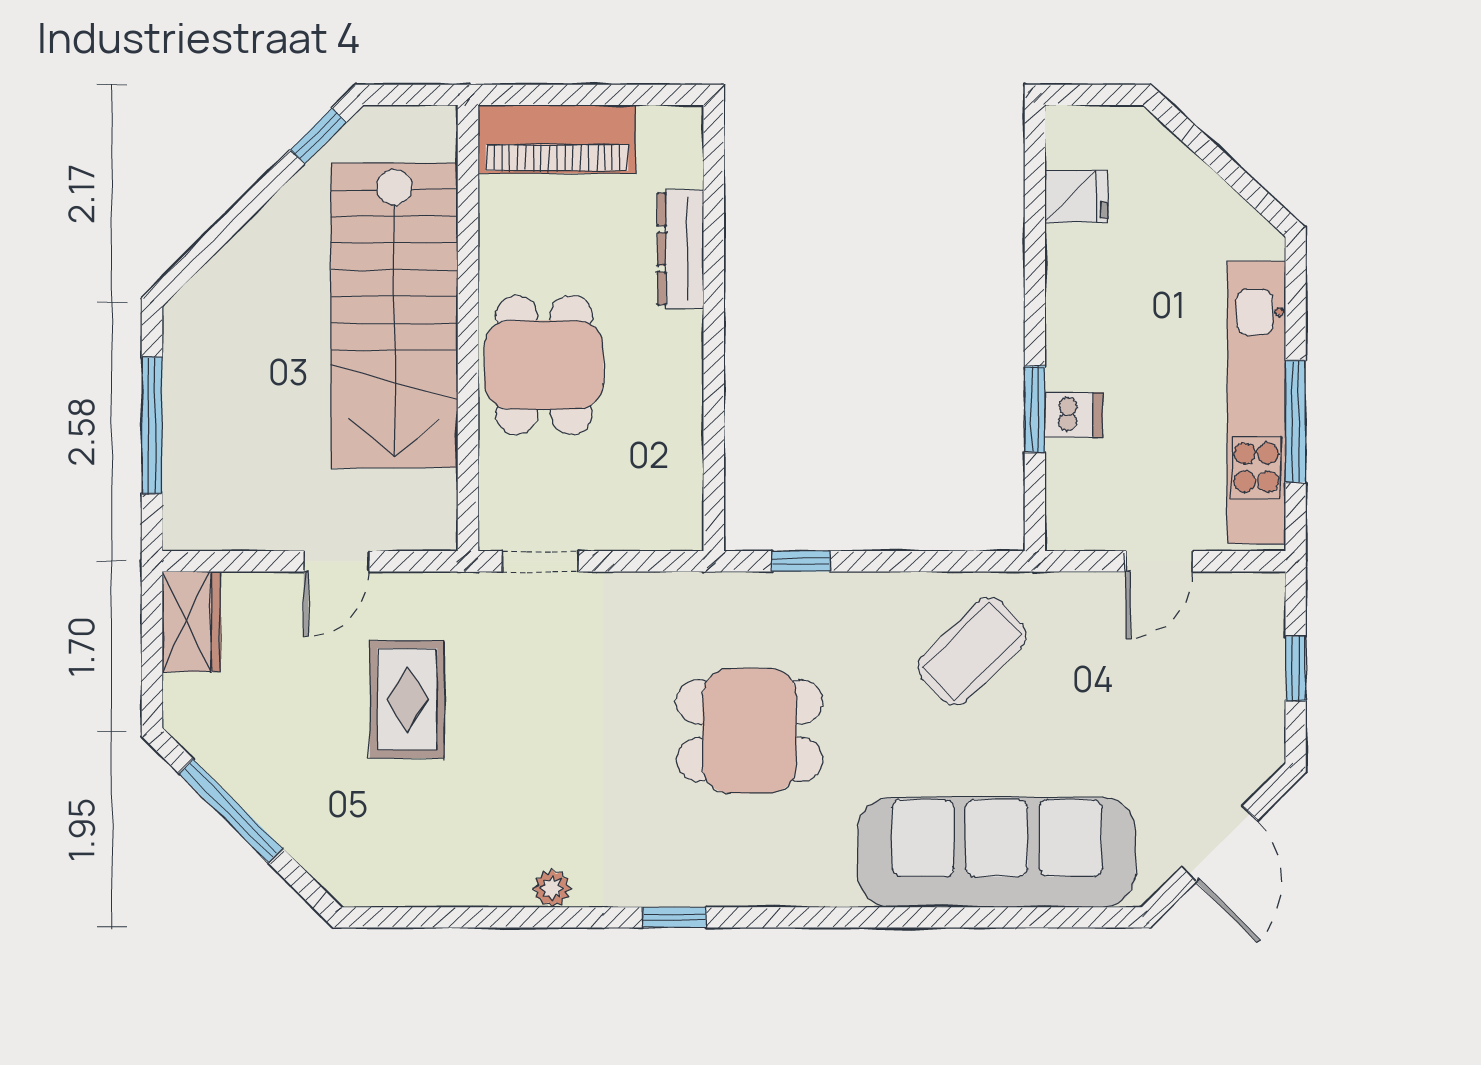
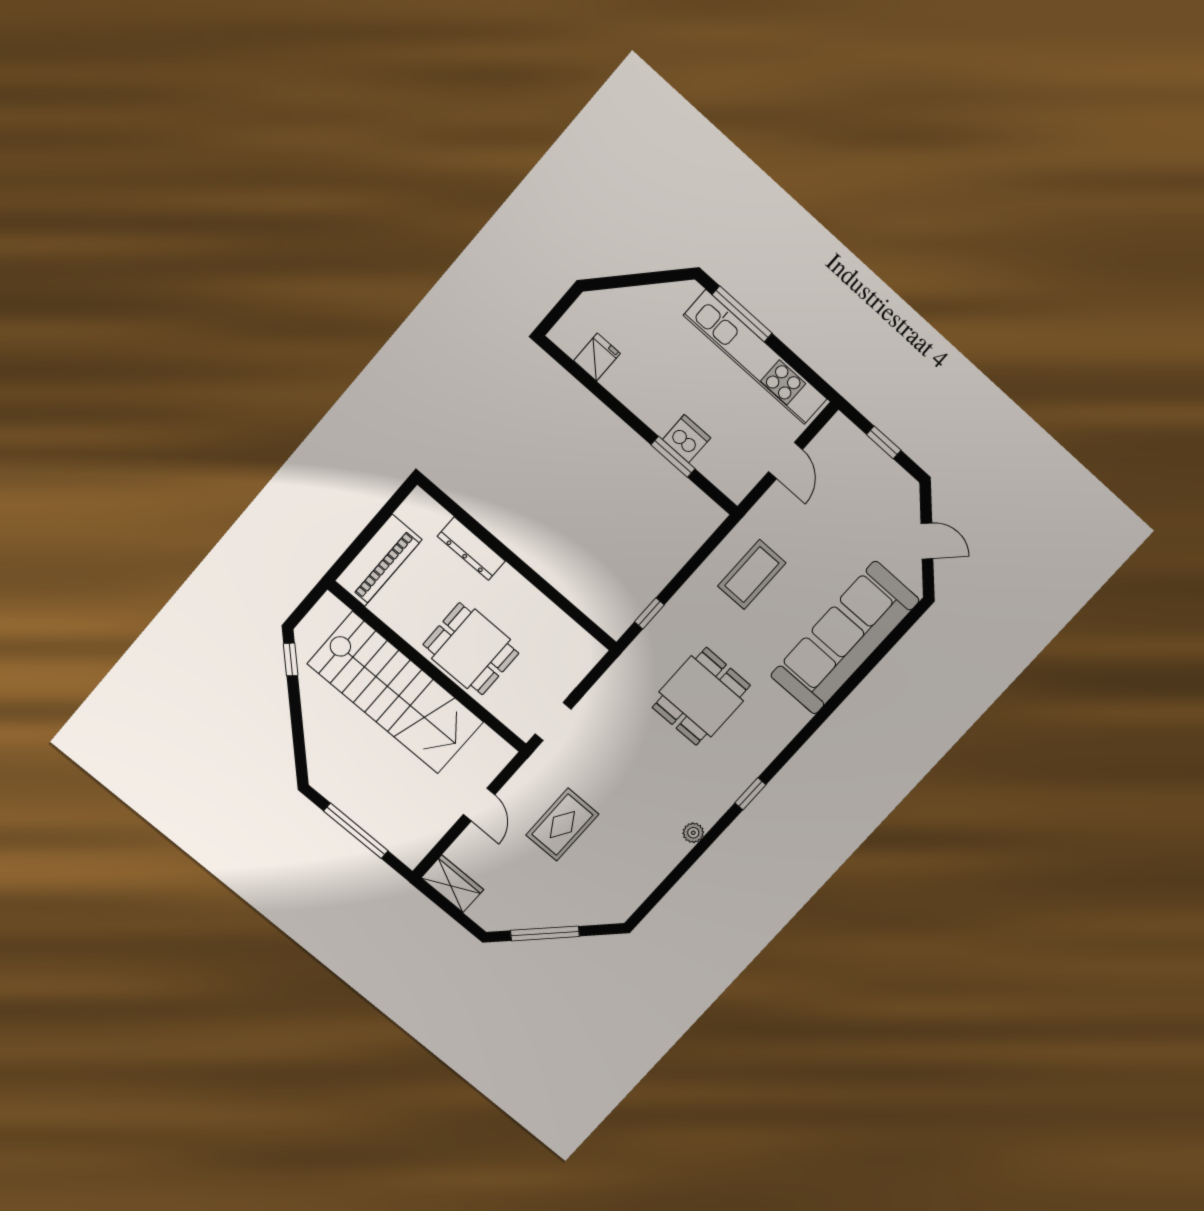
dishwasher: (1074, 414) -> (687, 439), width x1.38
window: (1296, 421) -> (742, 314), moved
coffee table: (972, 651) -> (752, 574), turned 44
rug: (407, 699) -> (562, 825), turned 90
door: (1219, 844) -> (927, 541), width x0.73

